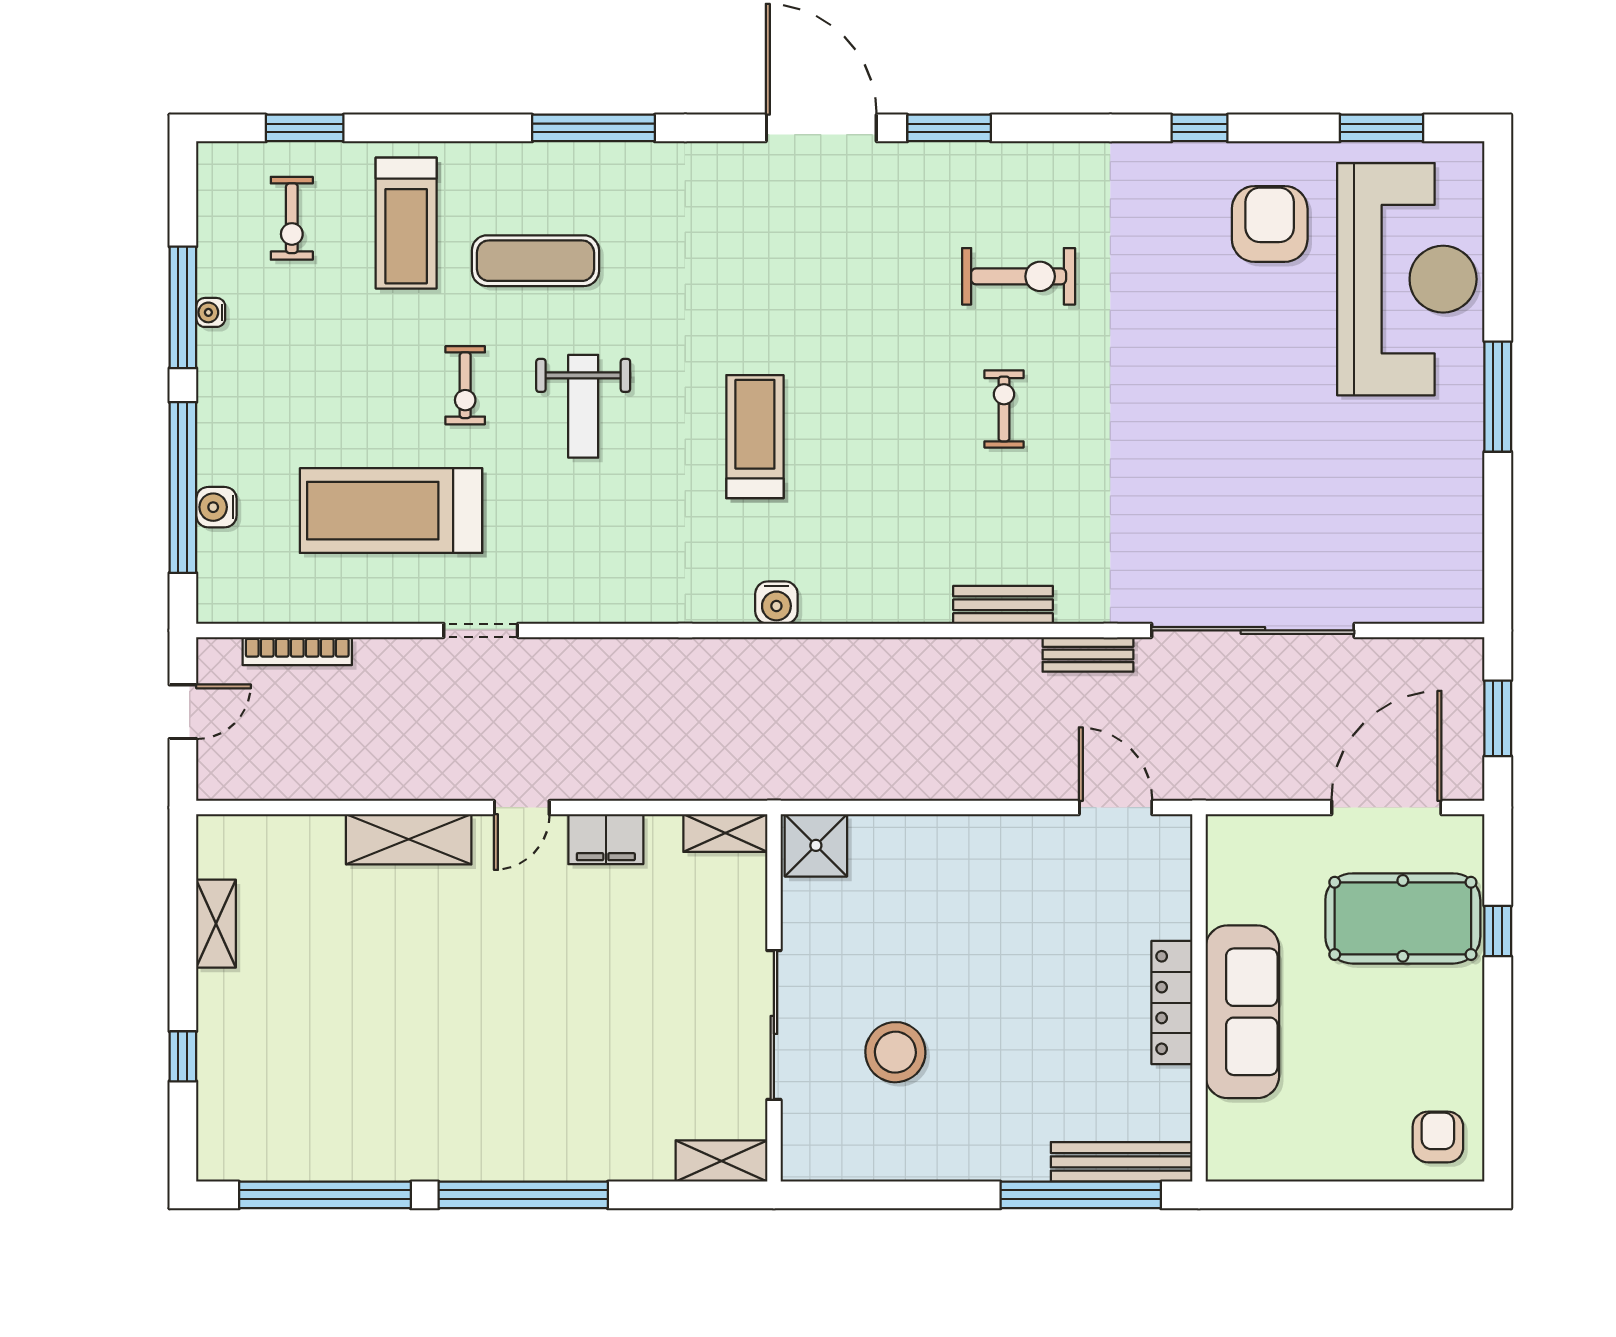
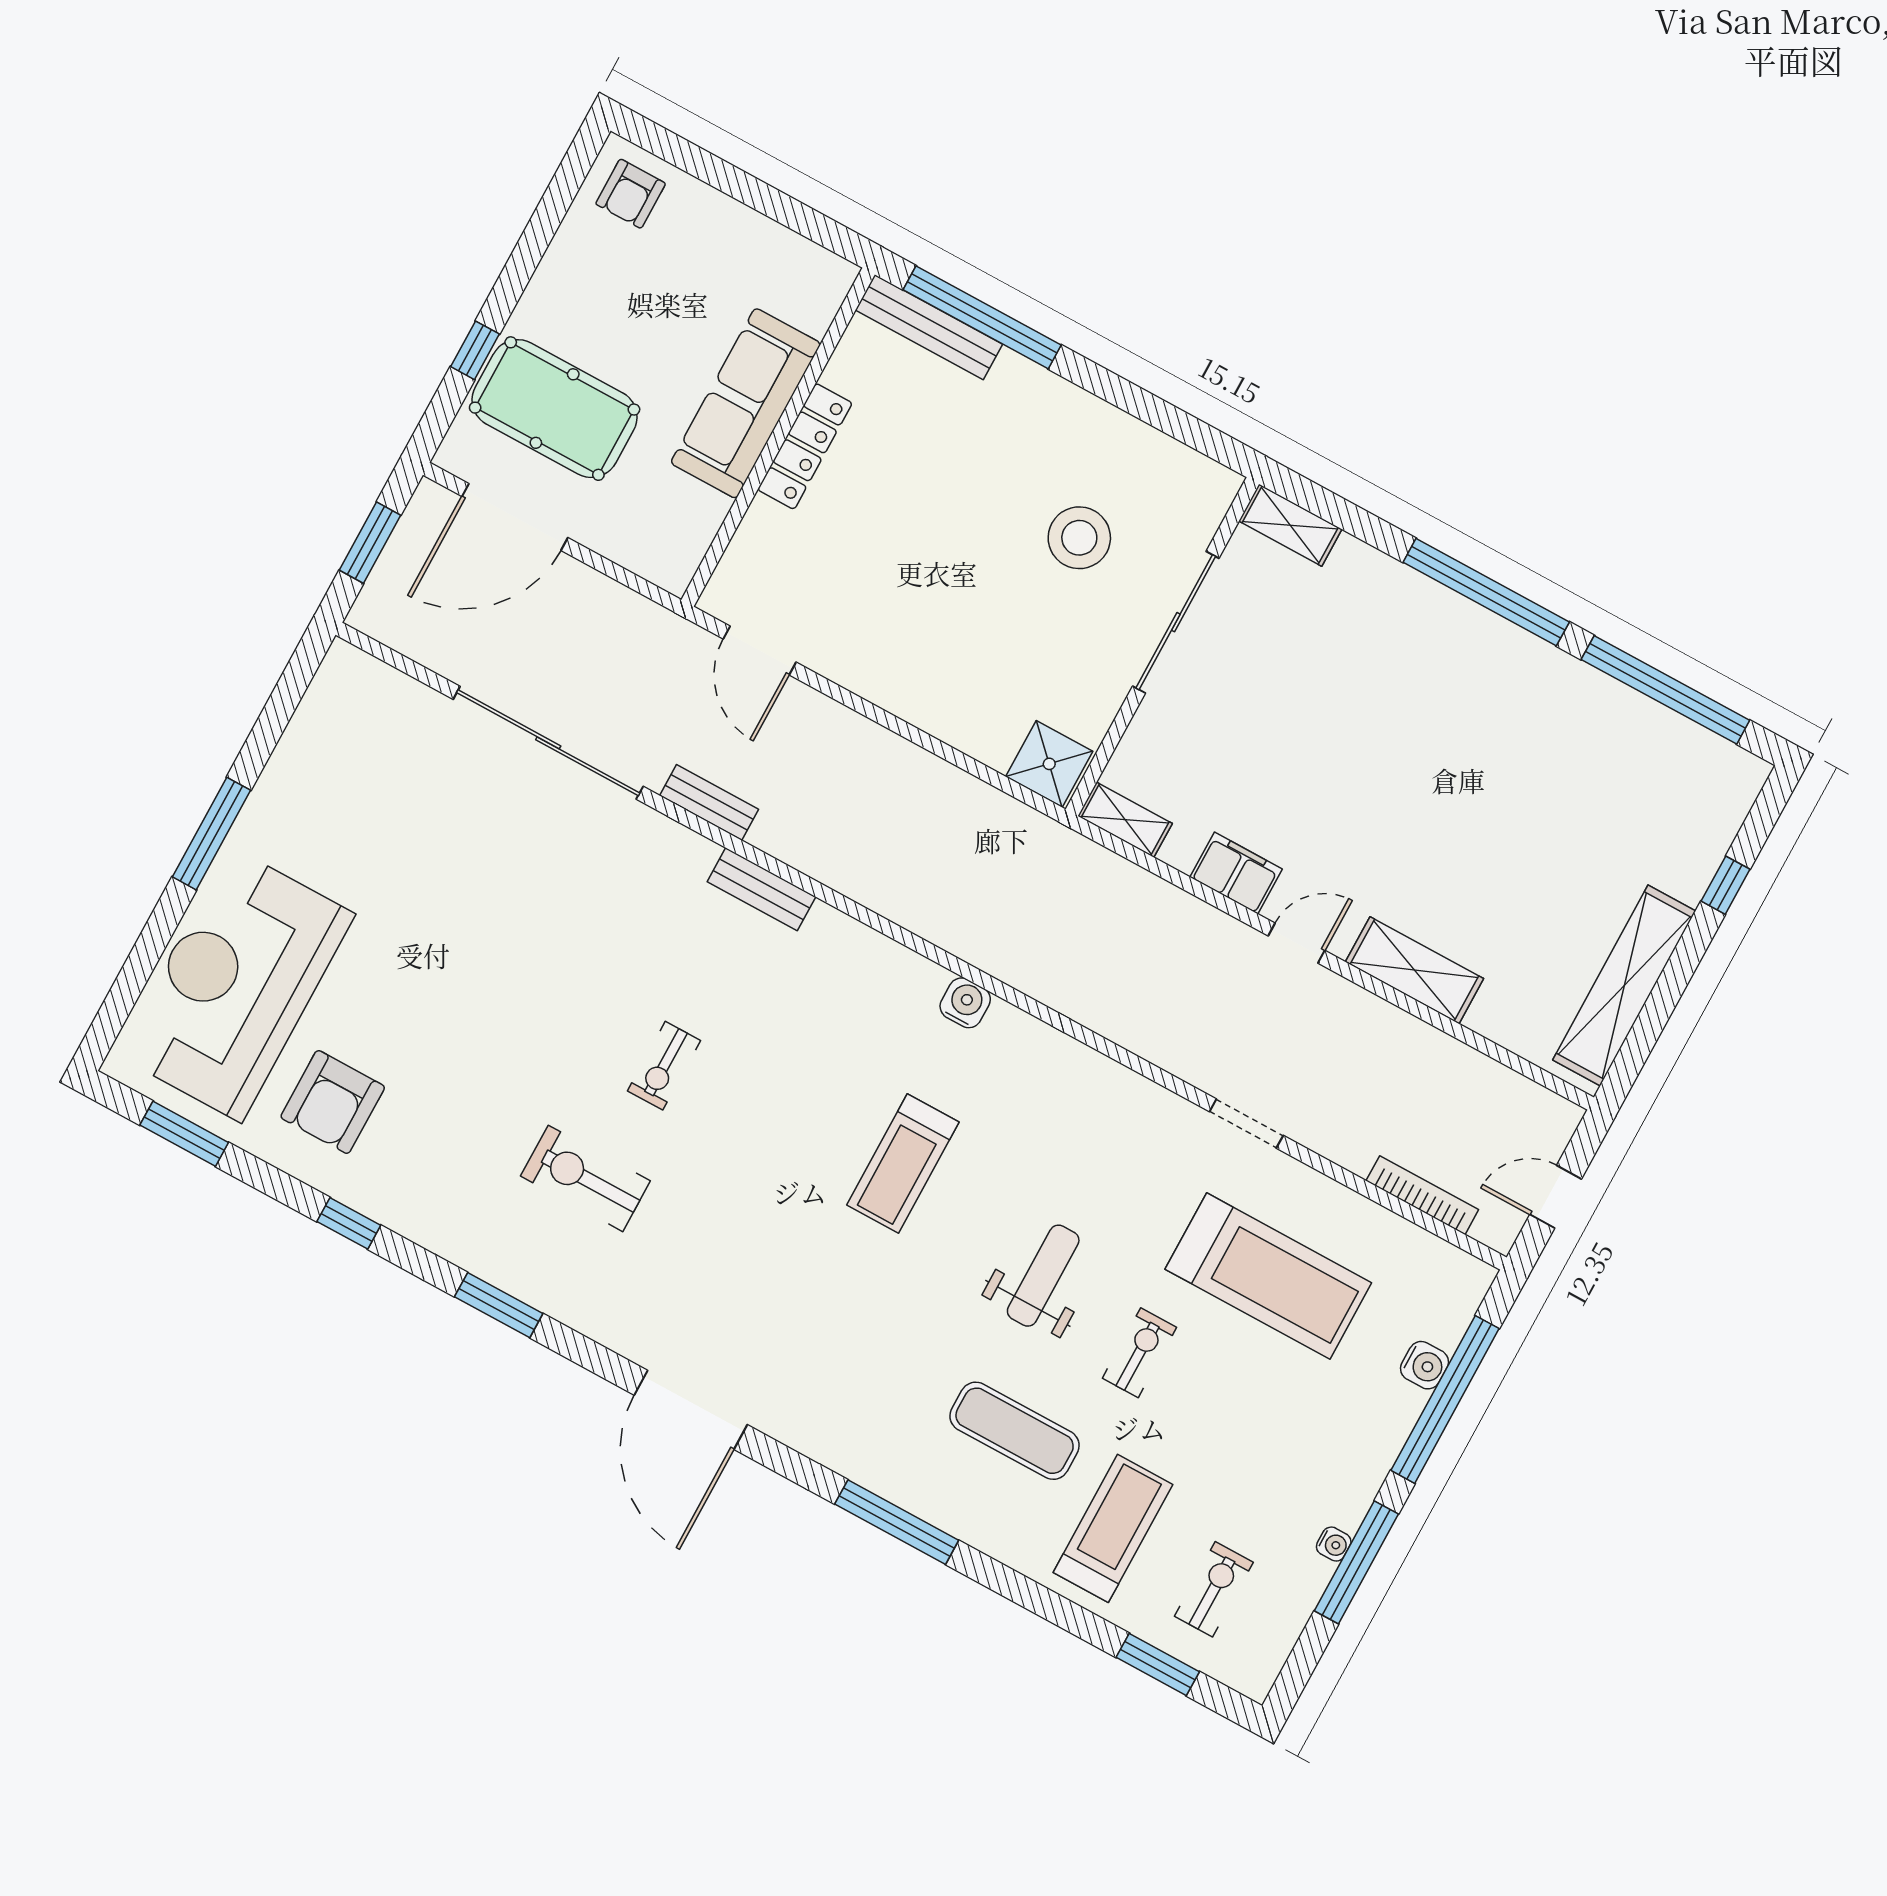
window: (949, 128) -> (499, 1305), moved
shelving: (216, 924) -> (1624, 986), width x2.20, depth x1.33

